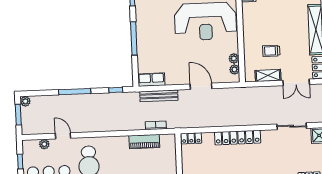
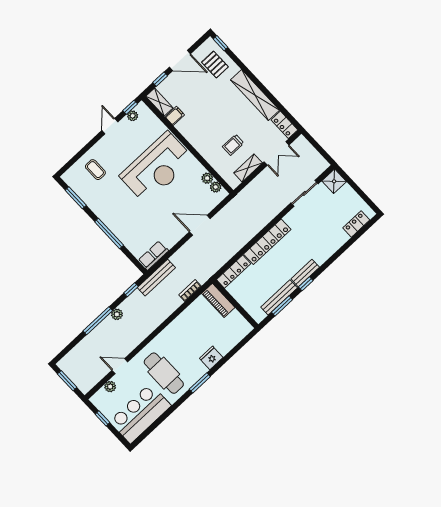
bench: (159, 96) -> (156, 278), moved
plant: (25, 101) -> (117, 314), moved
locker: (191, 138) -> (234, 272), width x1.53
piano: (144, 142) -> (218, 300), moved, turned 90

